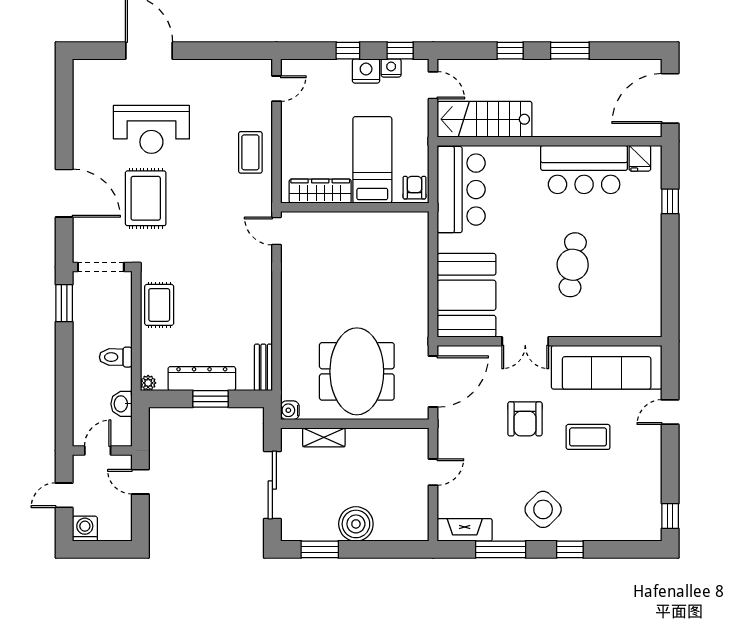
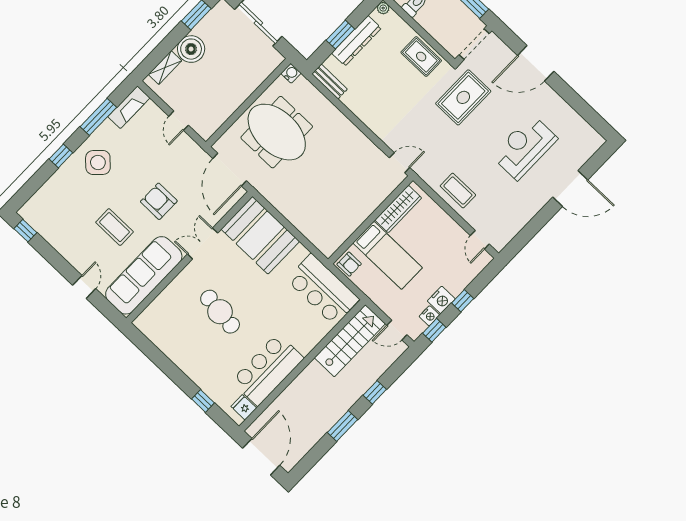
rug: (146, 198) -> (463, 97), moved, turned 90
shelving: (324, 437) -> (165, 68), moved
coffee table: (588, 437) -> (115, 227), turned 90

